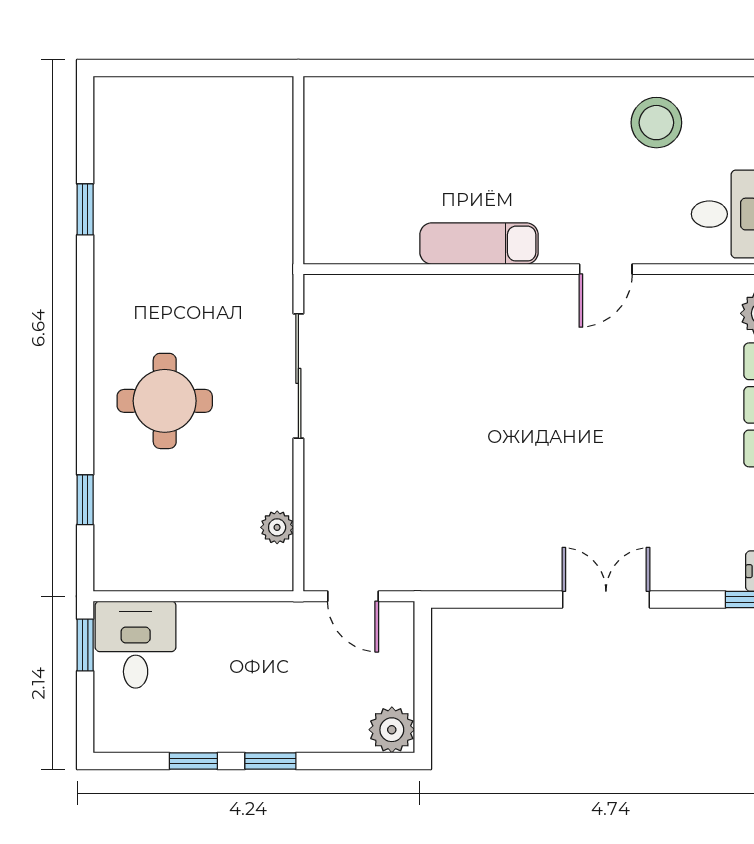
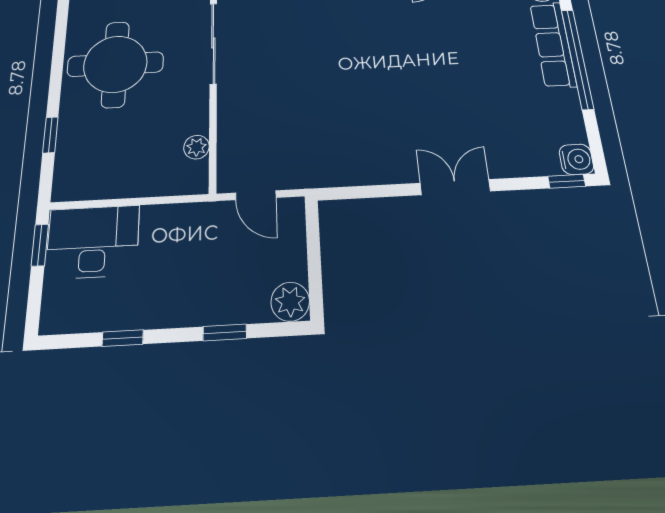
round table: (165, 401) -> (115, 64), width x1.36, depth x1.36
desk: (136, 645) -> (93, 242), width x1.37
window: (270, 761) -> (225, 332), moved

